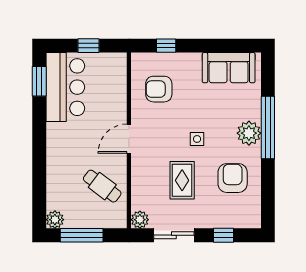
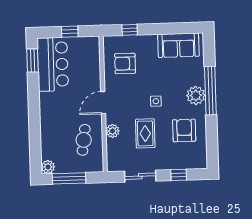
cafe table: (102, 186) -> (84, 140), turned 61
plant: (140, 220) -> (112, 131), moved

